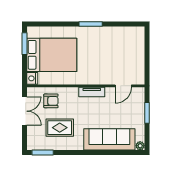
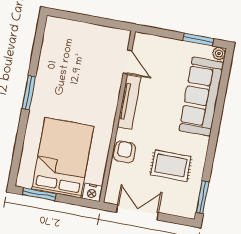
tv unit: (92, 92) -> (129, 102), width x1.41
armchair: (51, 101) -> (124, 152), moved
window: (147, 113) -> (198, 39), moved
rug: (60, 128) -> (171, 166), turned 90

